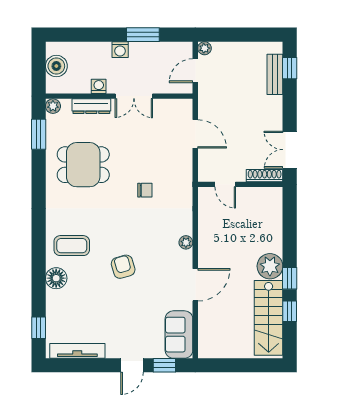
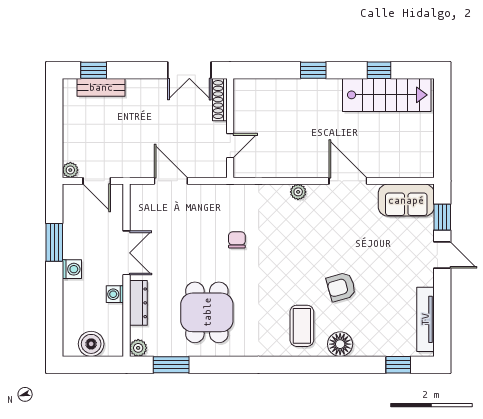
door: (195, 134) -> (171, 181), hinge flipped
plant: (270, 266) -> (326, 93), removed
armchair: (123, 267) -> (341, 287), moved
window: (290, 278) -> (313, 70), moved

